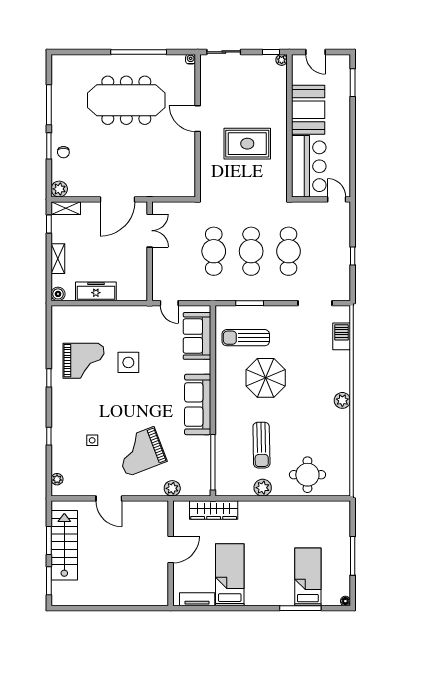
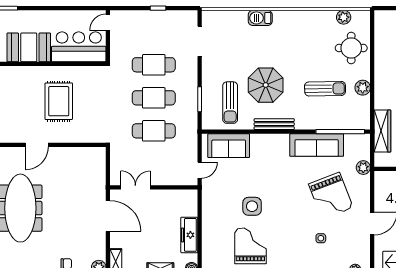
barbecue: (342, 336) -> (260, 18), moved
bench: (221, 388) -> (274, 124), added
plant: (342, 400) -> (344, 17), moved
sofa: (198, 404) -> (317, 145), moved

